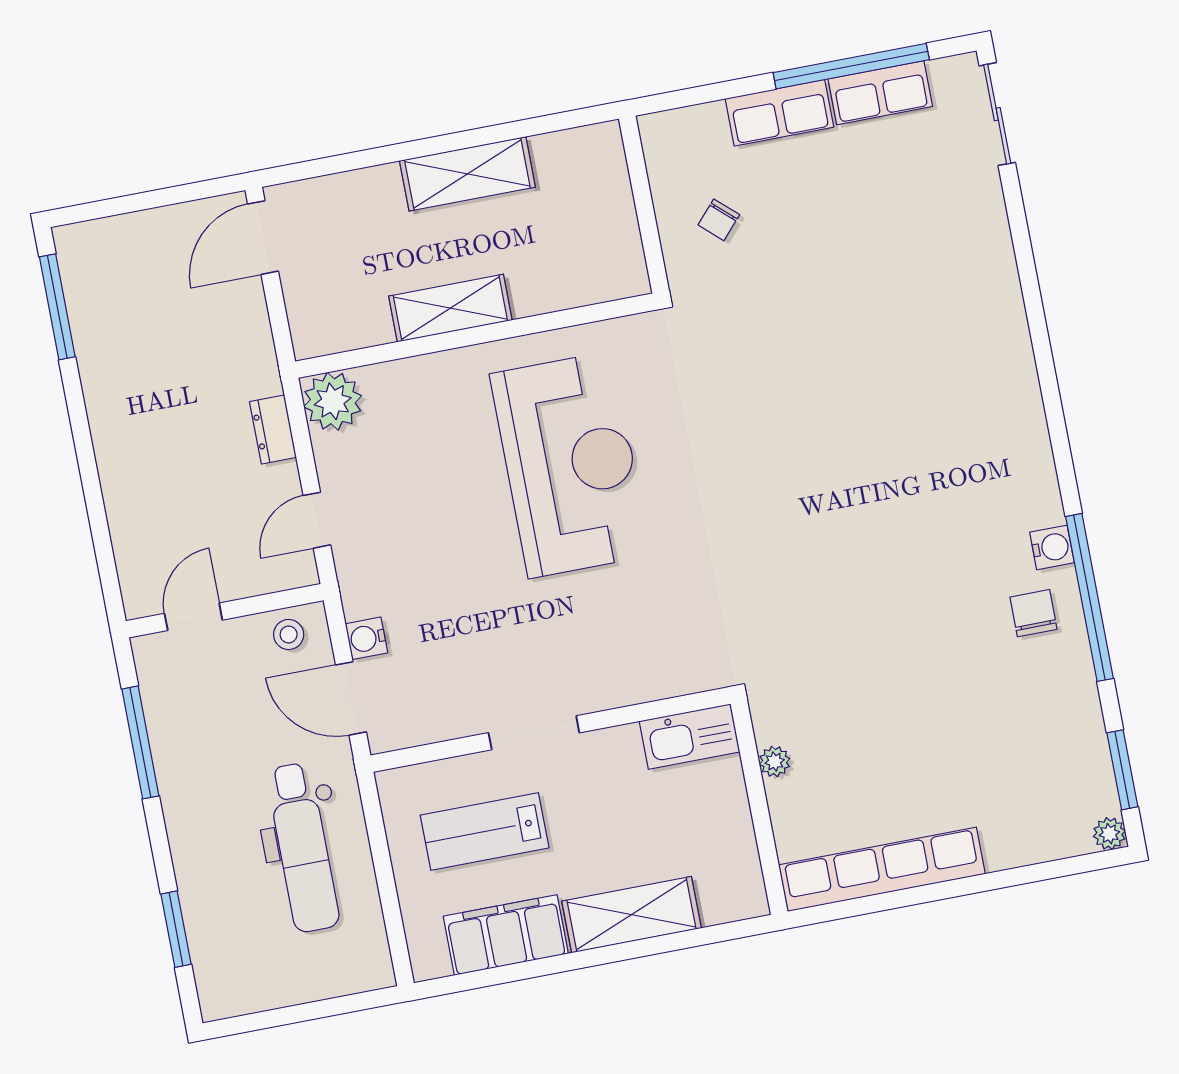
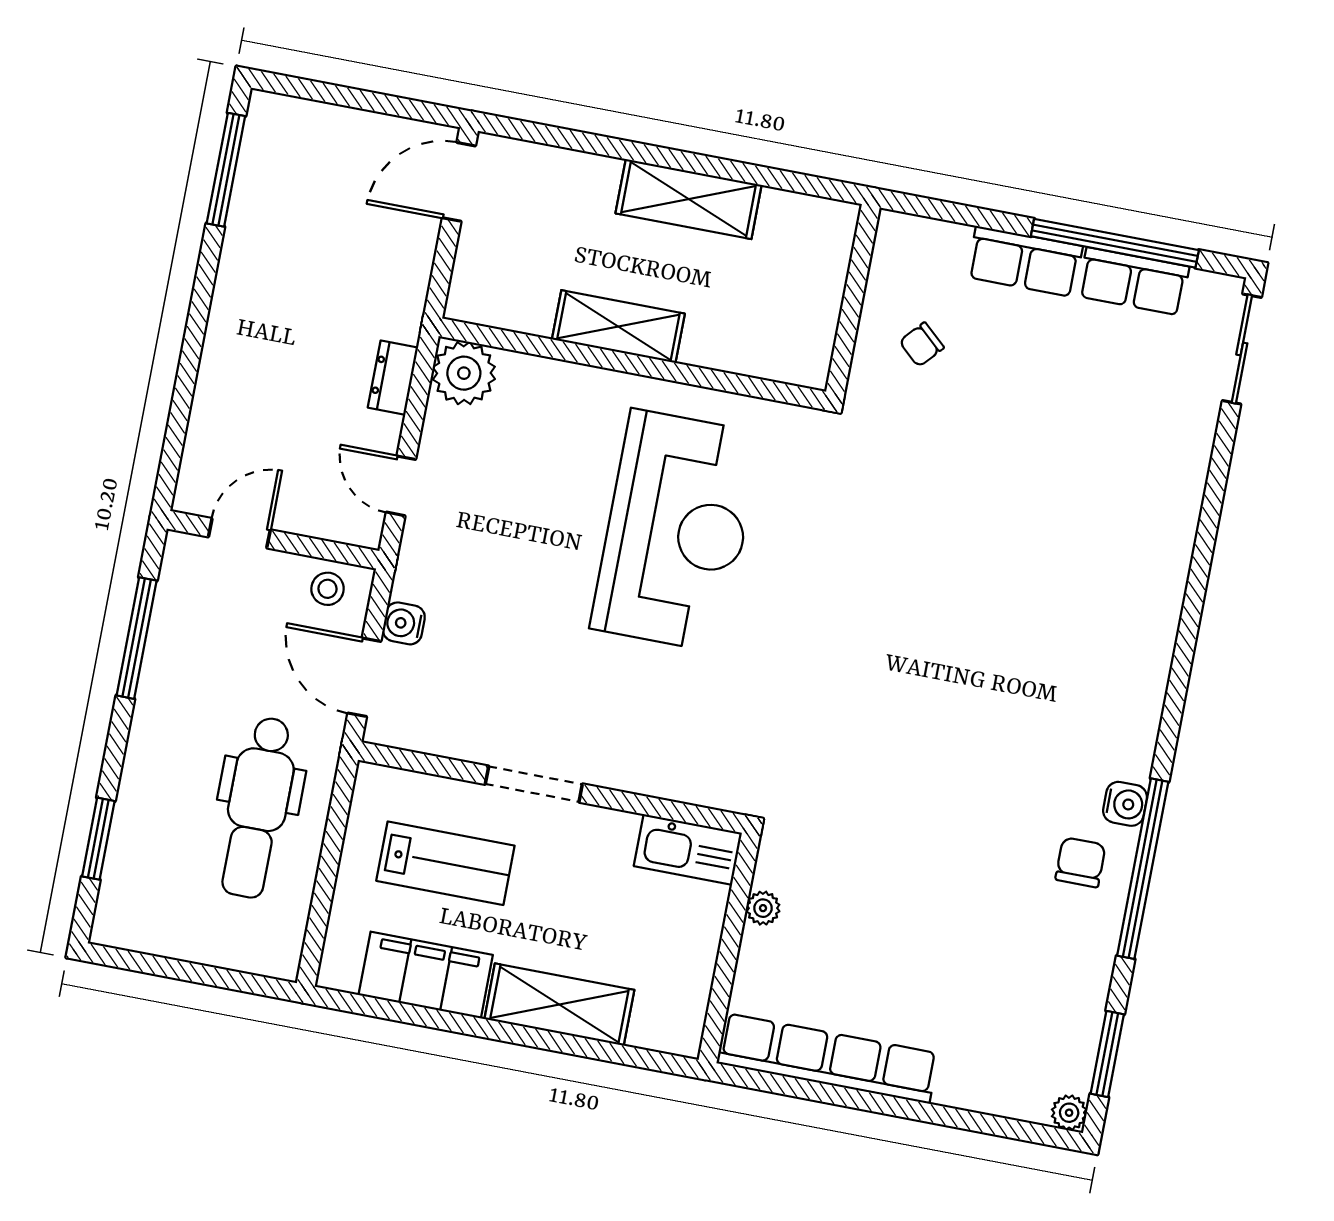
door: (317, 520) -> (401, 486), hinge flipped
lab bench: (485, 831) -> (445, 863), turned 180

